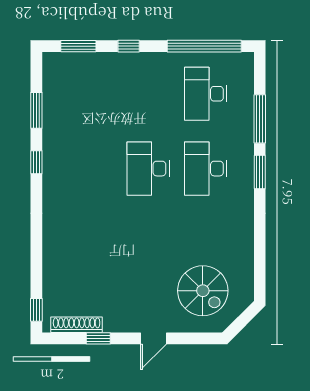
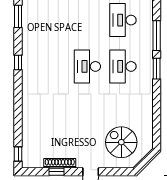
window: (36, 110) -> (18, 16), moved
spiral stairs: (203, 291) -> (121, 142), turned 180
shoe rack: (77, 325) -> (60, 163), moved

